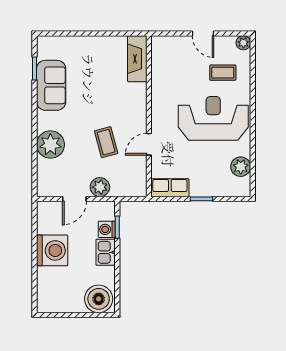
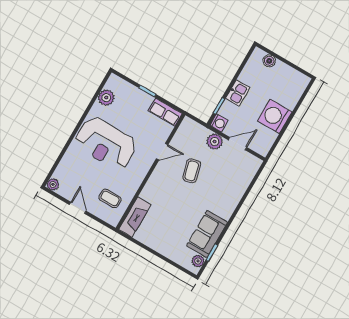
coffee table: (223, 73) -> (110, 198), moved
plant: (50, 145) -> (198, 261), moved, width x0.53, depth x0.53
washing machine: (107, 229) -> (219, 123), moved
boiler: (99, 299) -> (269, 61), width x0.54, depth x0.54

